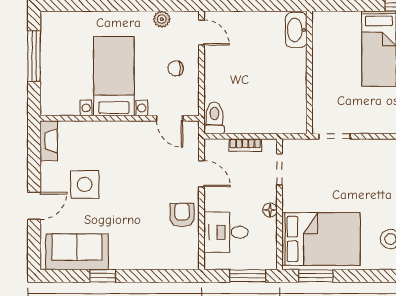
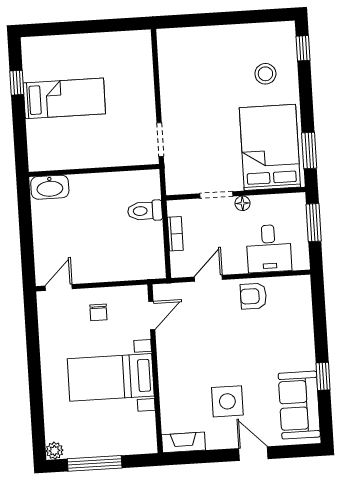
plant: (162, 19) -> (54, 451), moved
toilet: (214, 118) -> (145, 211), moved
doorway: (279, 169) -> (216, 195), moved

